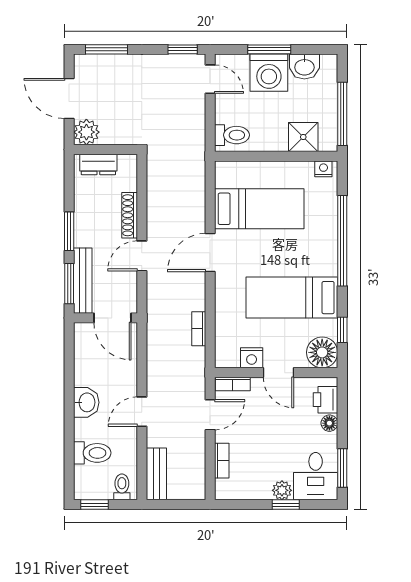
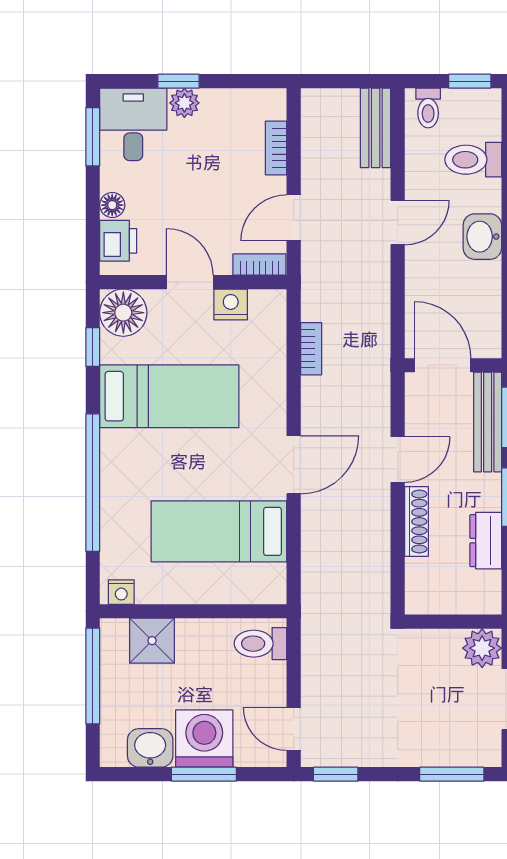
dresser: (98, 164) -> (486, 541), moved, turned -90

